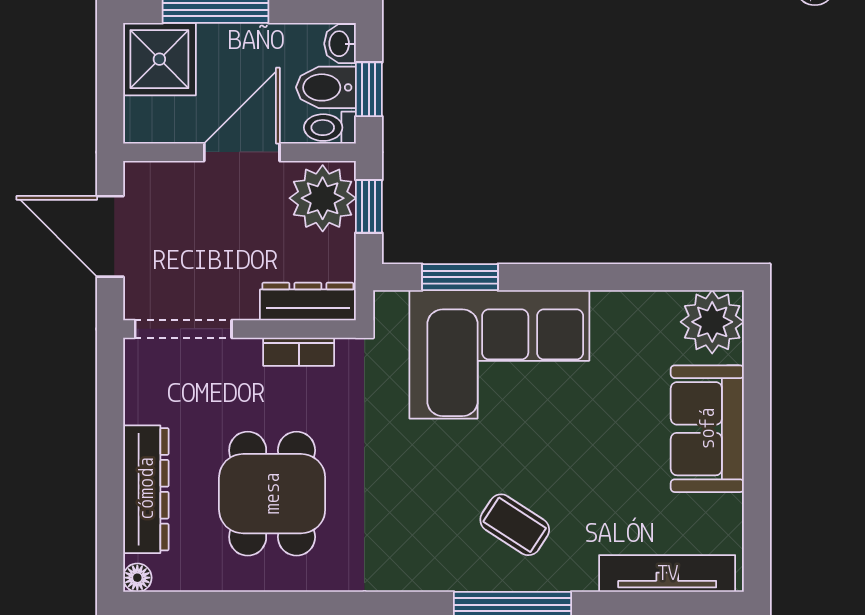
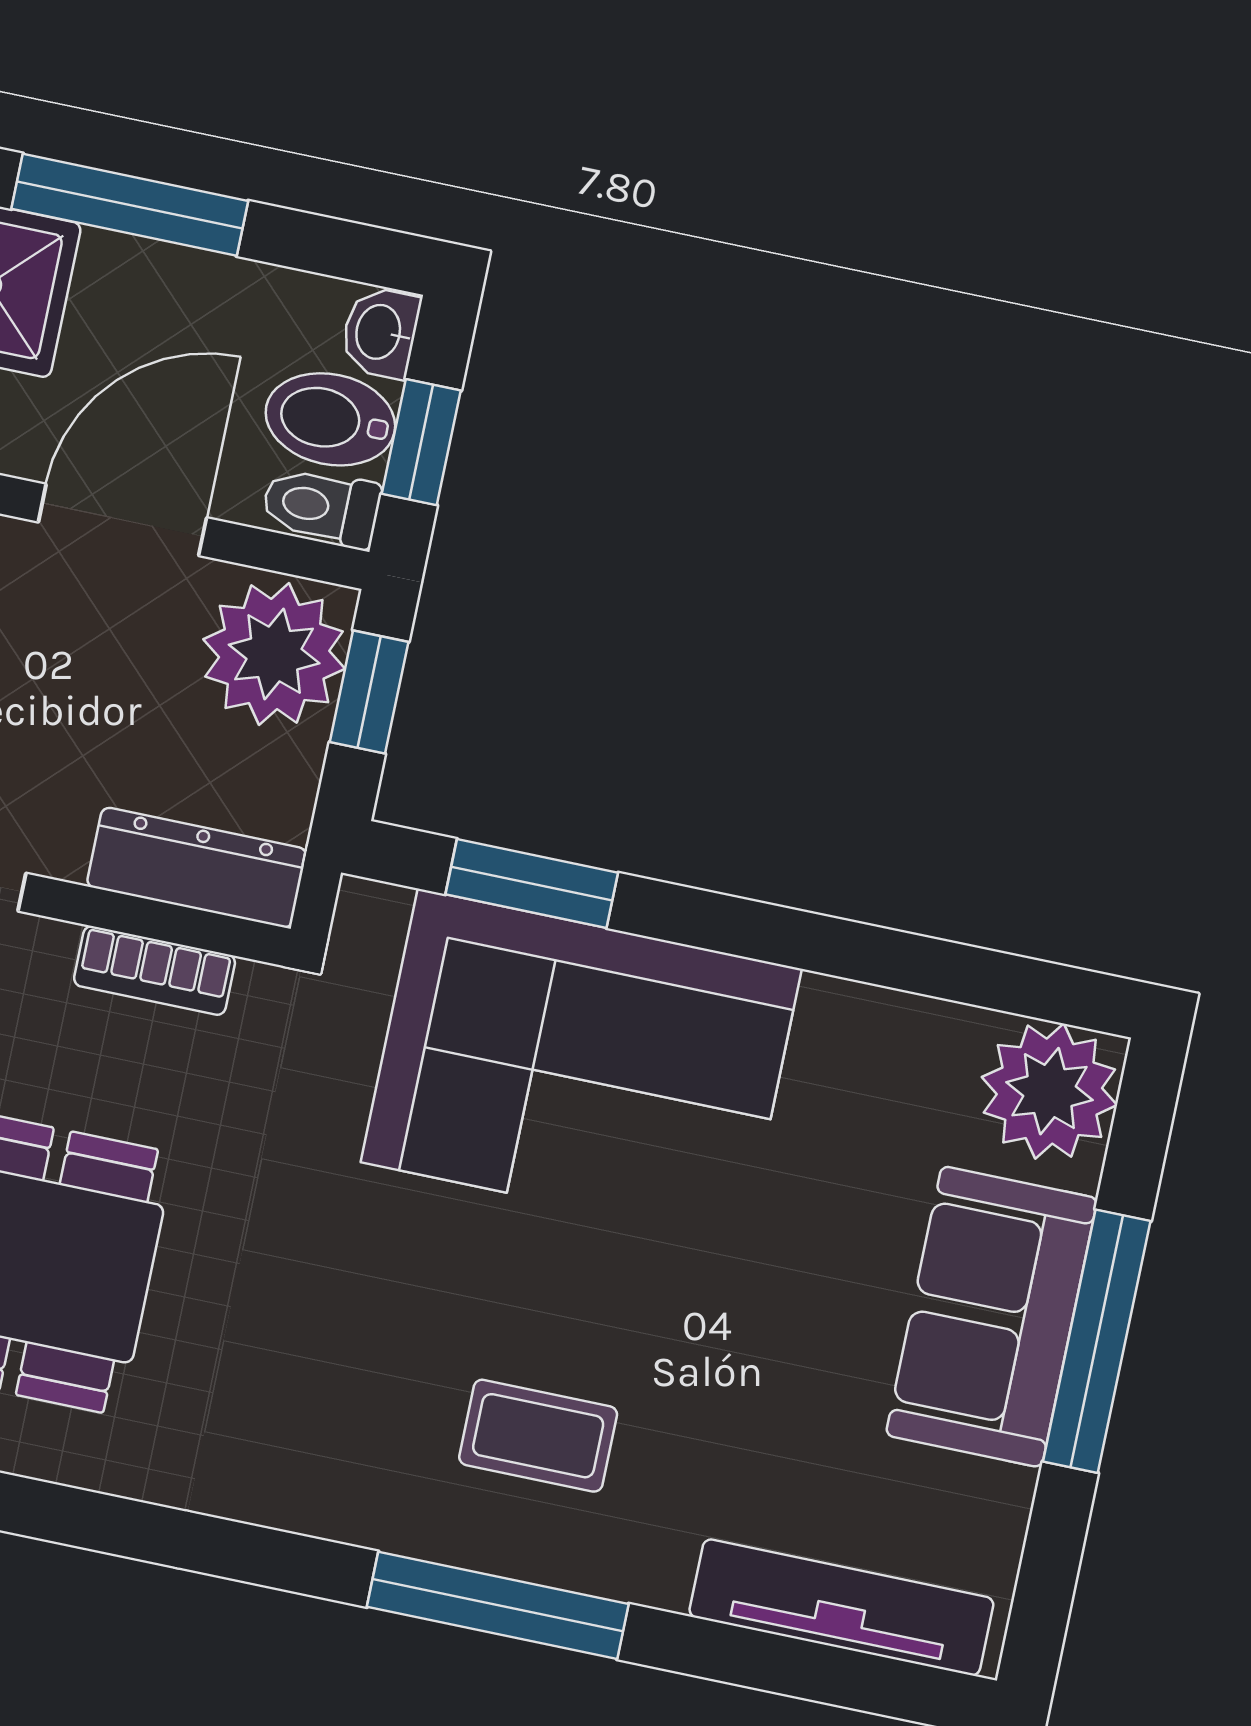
window: (757, 430) -> (1097, 1341), added
coffee table: (515, 525) -> (538, 1436), turned -33

